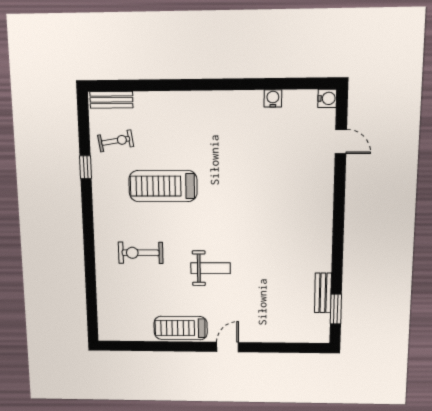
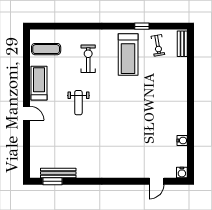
treadmill: (163, 186) -> (128, 54), moved, turned 180
bench: (323, 293) -> (58, 173), width x1.36
exercise mat: (128, 317) -> (46, 49), added

